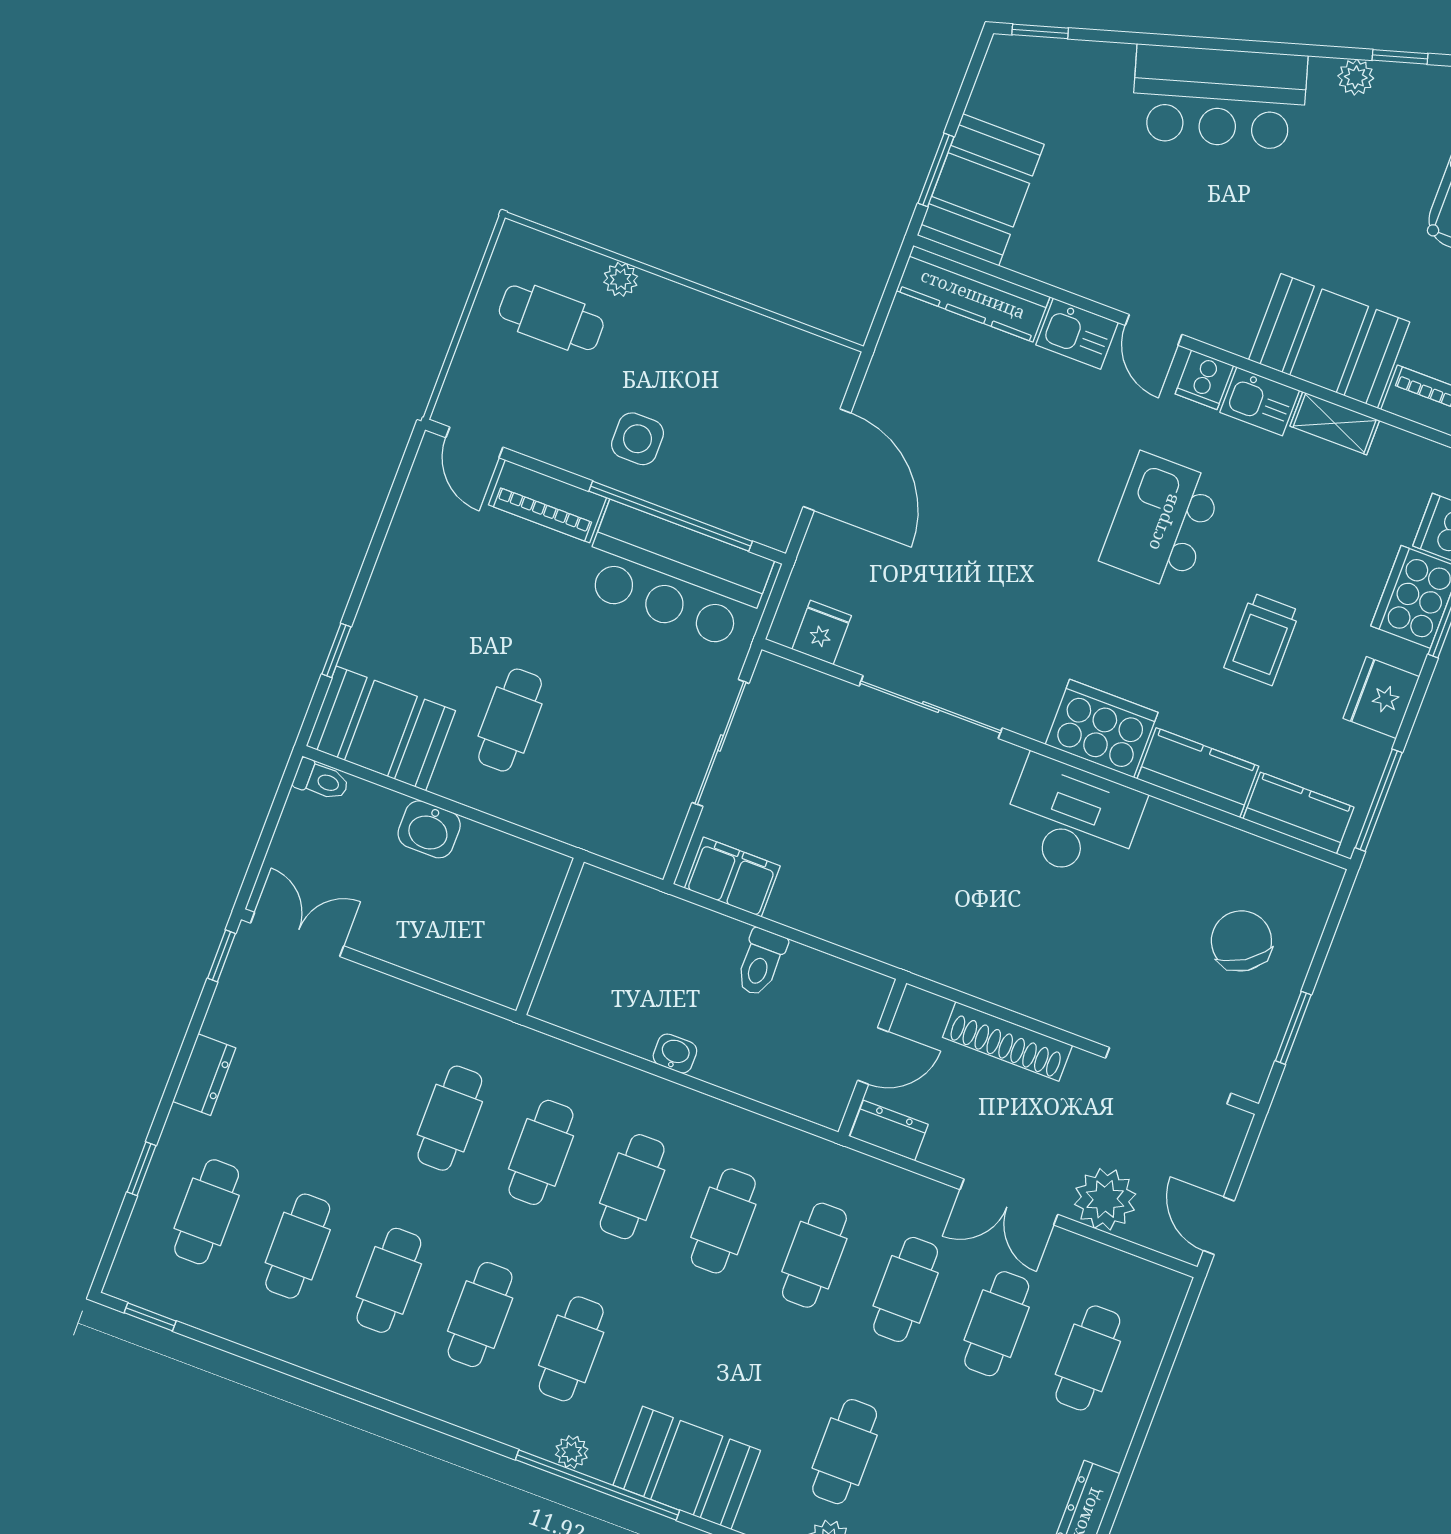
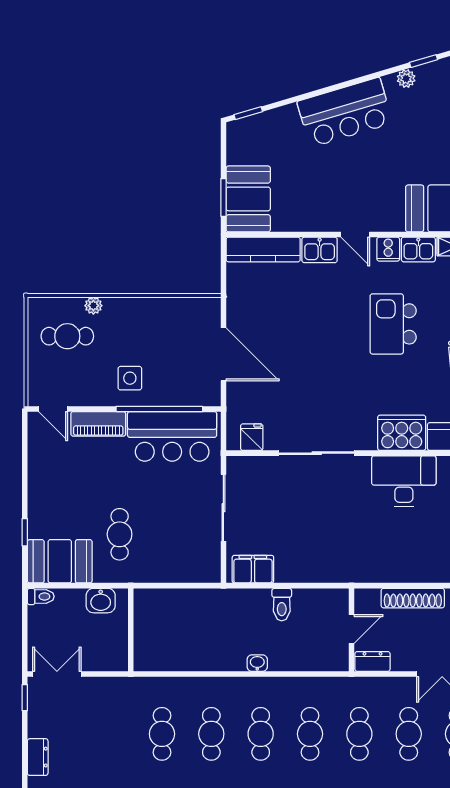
wall: (550, 936) -> (131, 630), moved

